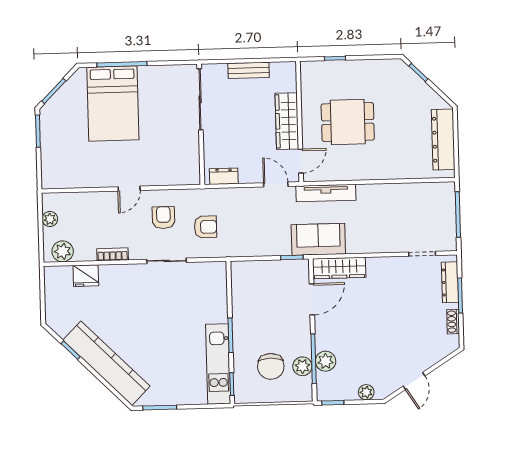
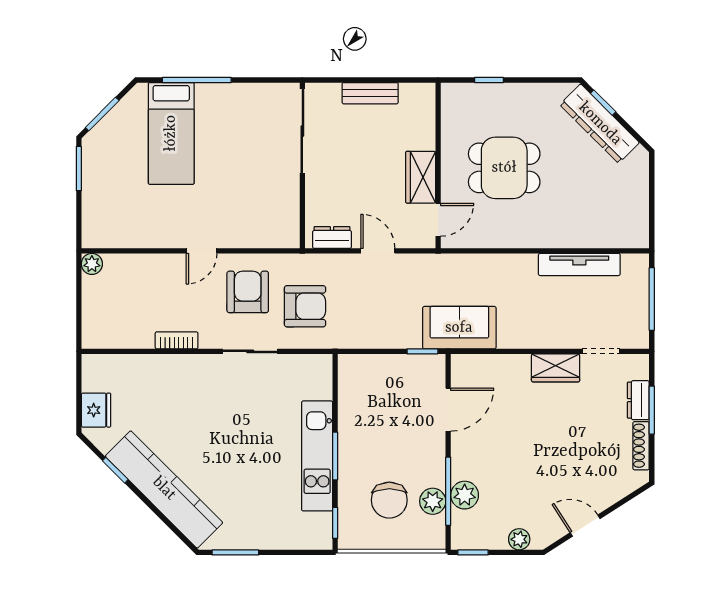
bed: (113, 104) -> (171, 133), width x0.67
wardrobe: (287, 121) -> (421, 177), width x0.67
dresser: (443, 140) -> (600, 124), moved, turned -45
door: (276, 185) -> (378, 251), moved
tv unit: (326, 193) -> (579, 264), moved
armchair: (163, 218) -> (248, 292), width x1.38, depth x1.38
plant: (50, 219) -> (92, 264), moved
armchair: (205, 227) -> (305, 306), width x1.38, depth x1.38
plant: (63, 251) -> (108, 334), removed
wardrobe: (339, 268) -> (556, 368), moved, width x0.67
fridge: (86, 276) -> (96, 410), moved, turned -90
dresser: (450, 282) -> (638, 400), width x0.70
shoe rack: (453, 322) -> (641, 446), width x1.43
kitchen unit: (218, 364) -> (317, 456), moved
door: (414, 381) -> (585, 526), swing flipped

